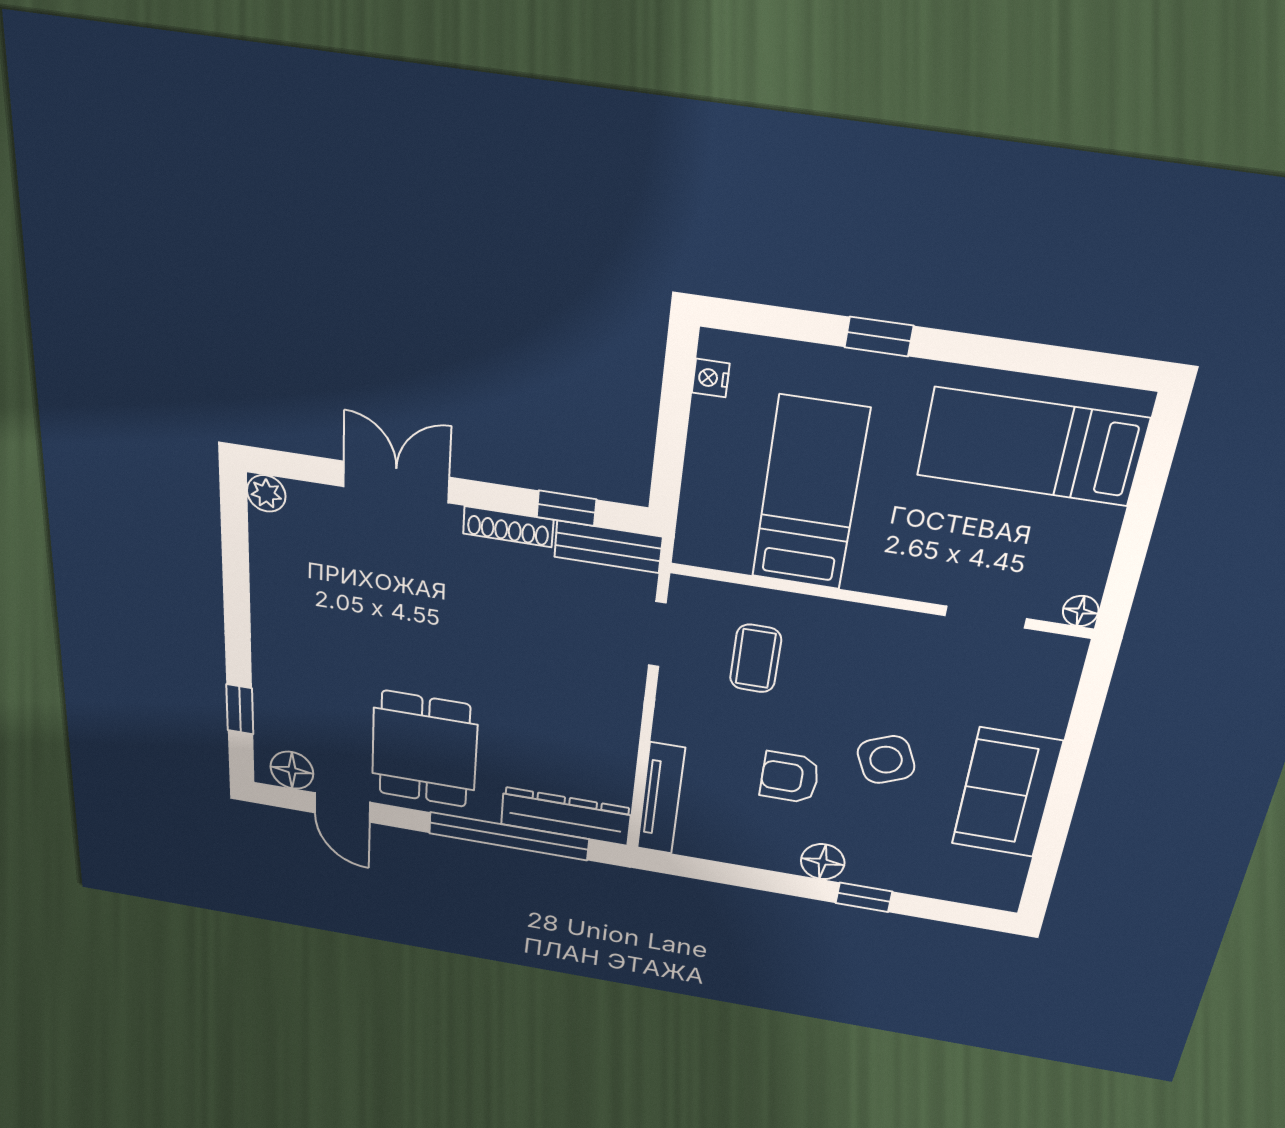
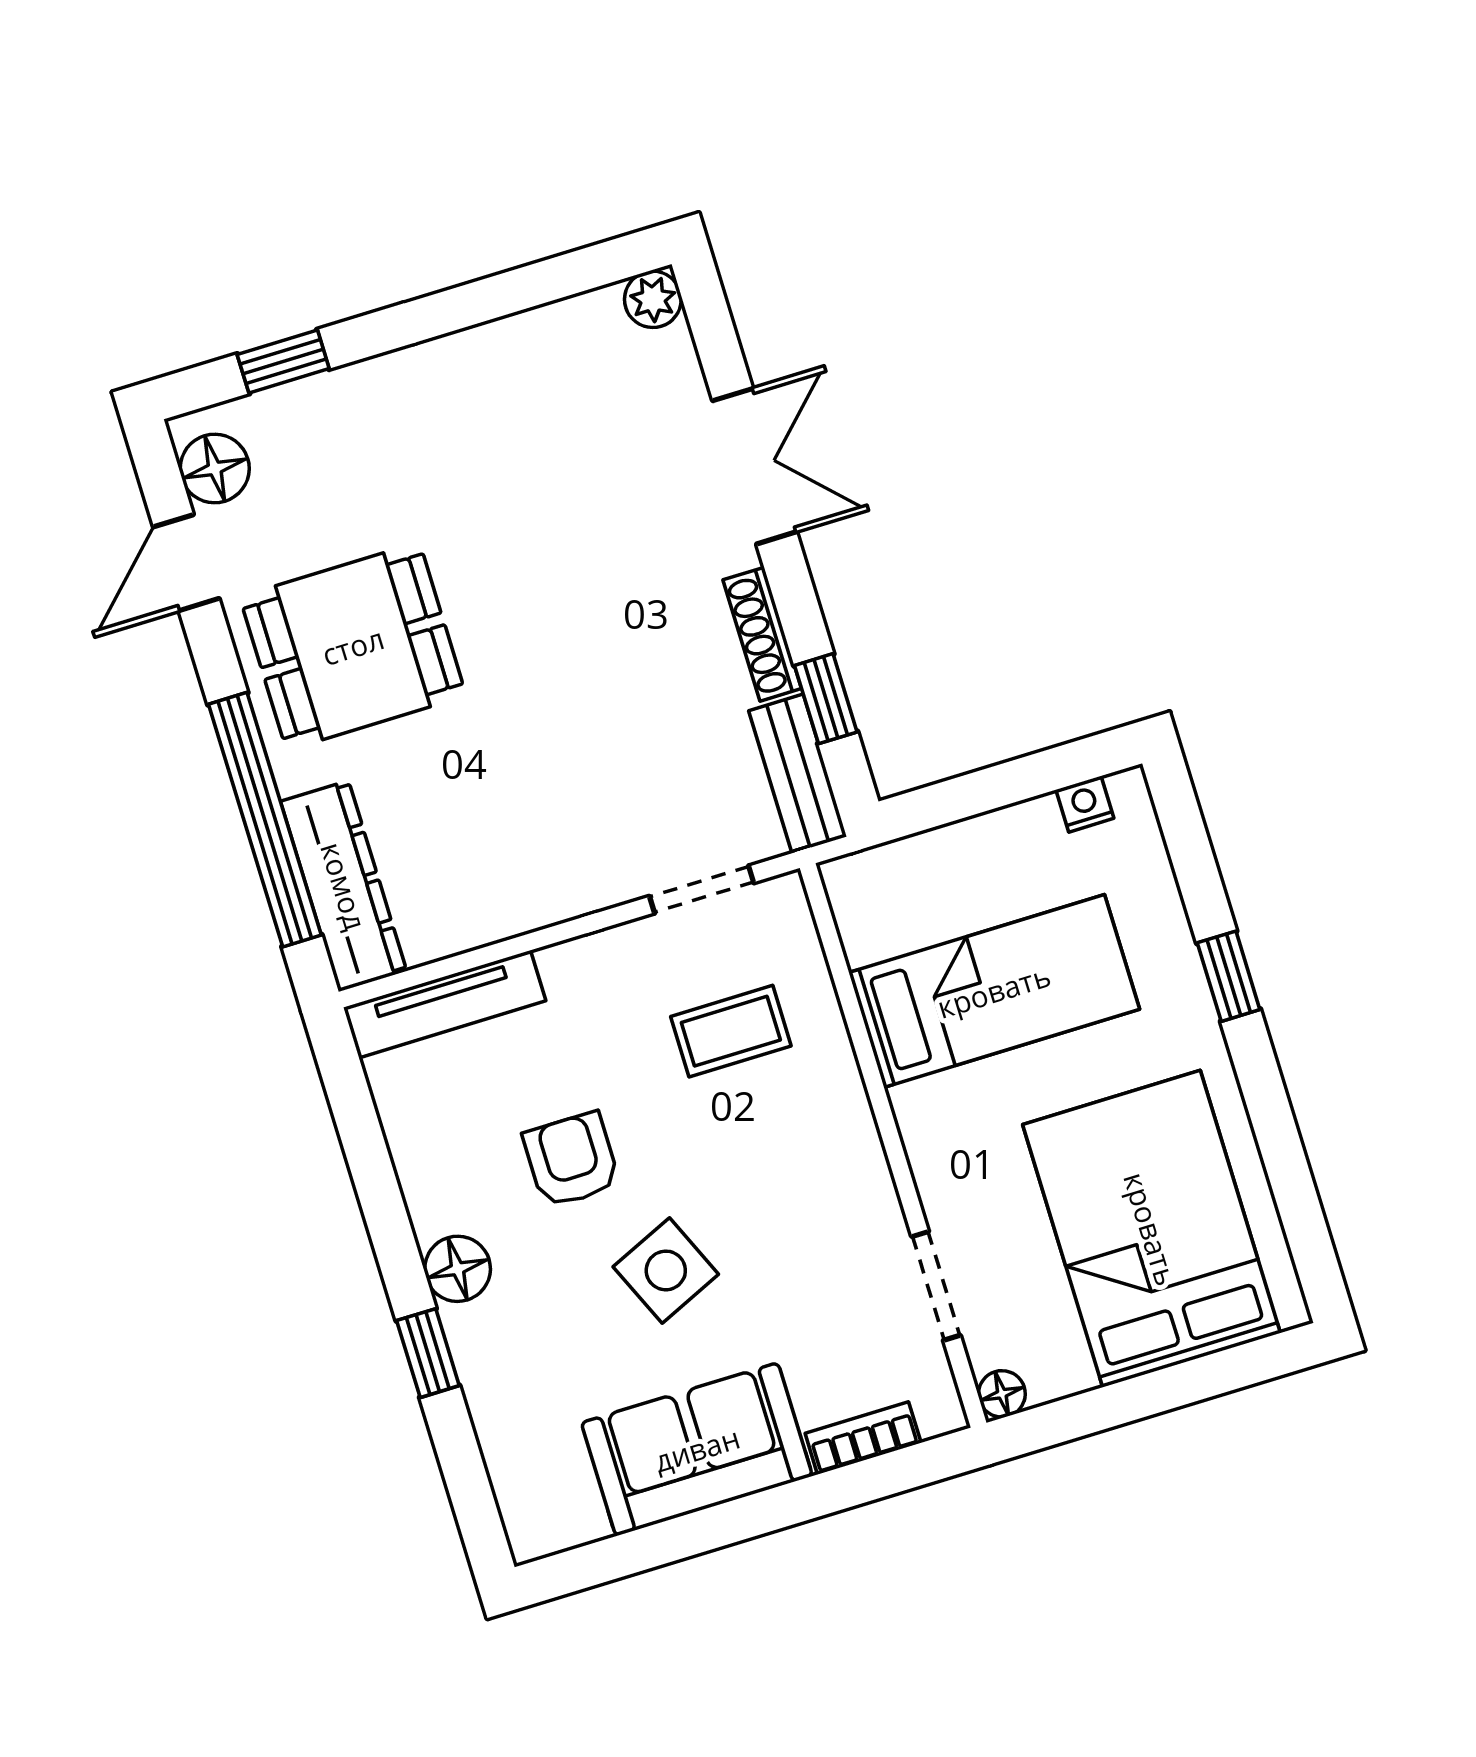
bed: (1032, 447) -> (1151, 1229), width x1.50
bookcase: (1058, 702) -> (863, 1438), added

